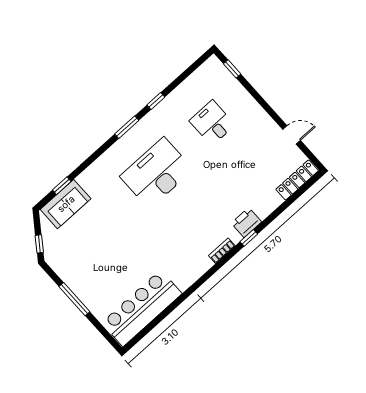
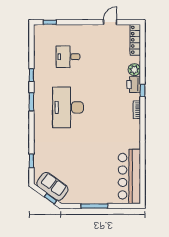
sofa: (66, 204) -> (52, 186), moved, turned -54
plant: (264, 208) -> (134, 70), added

